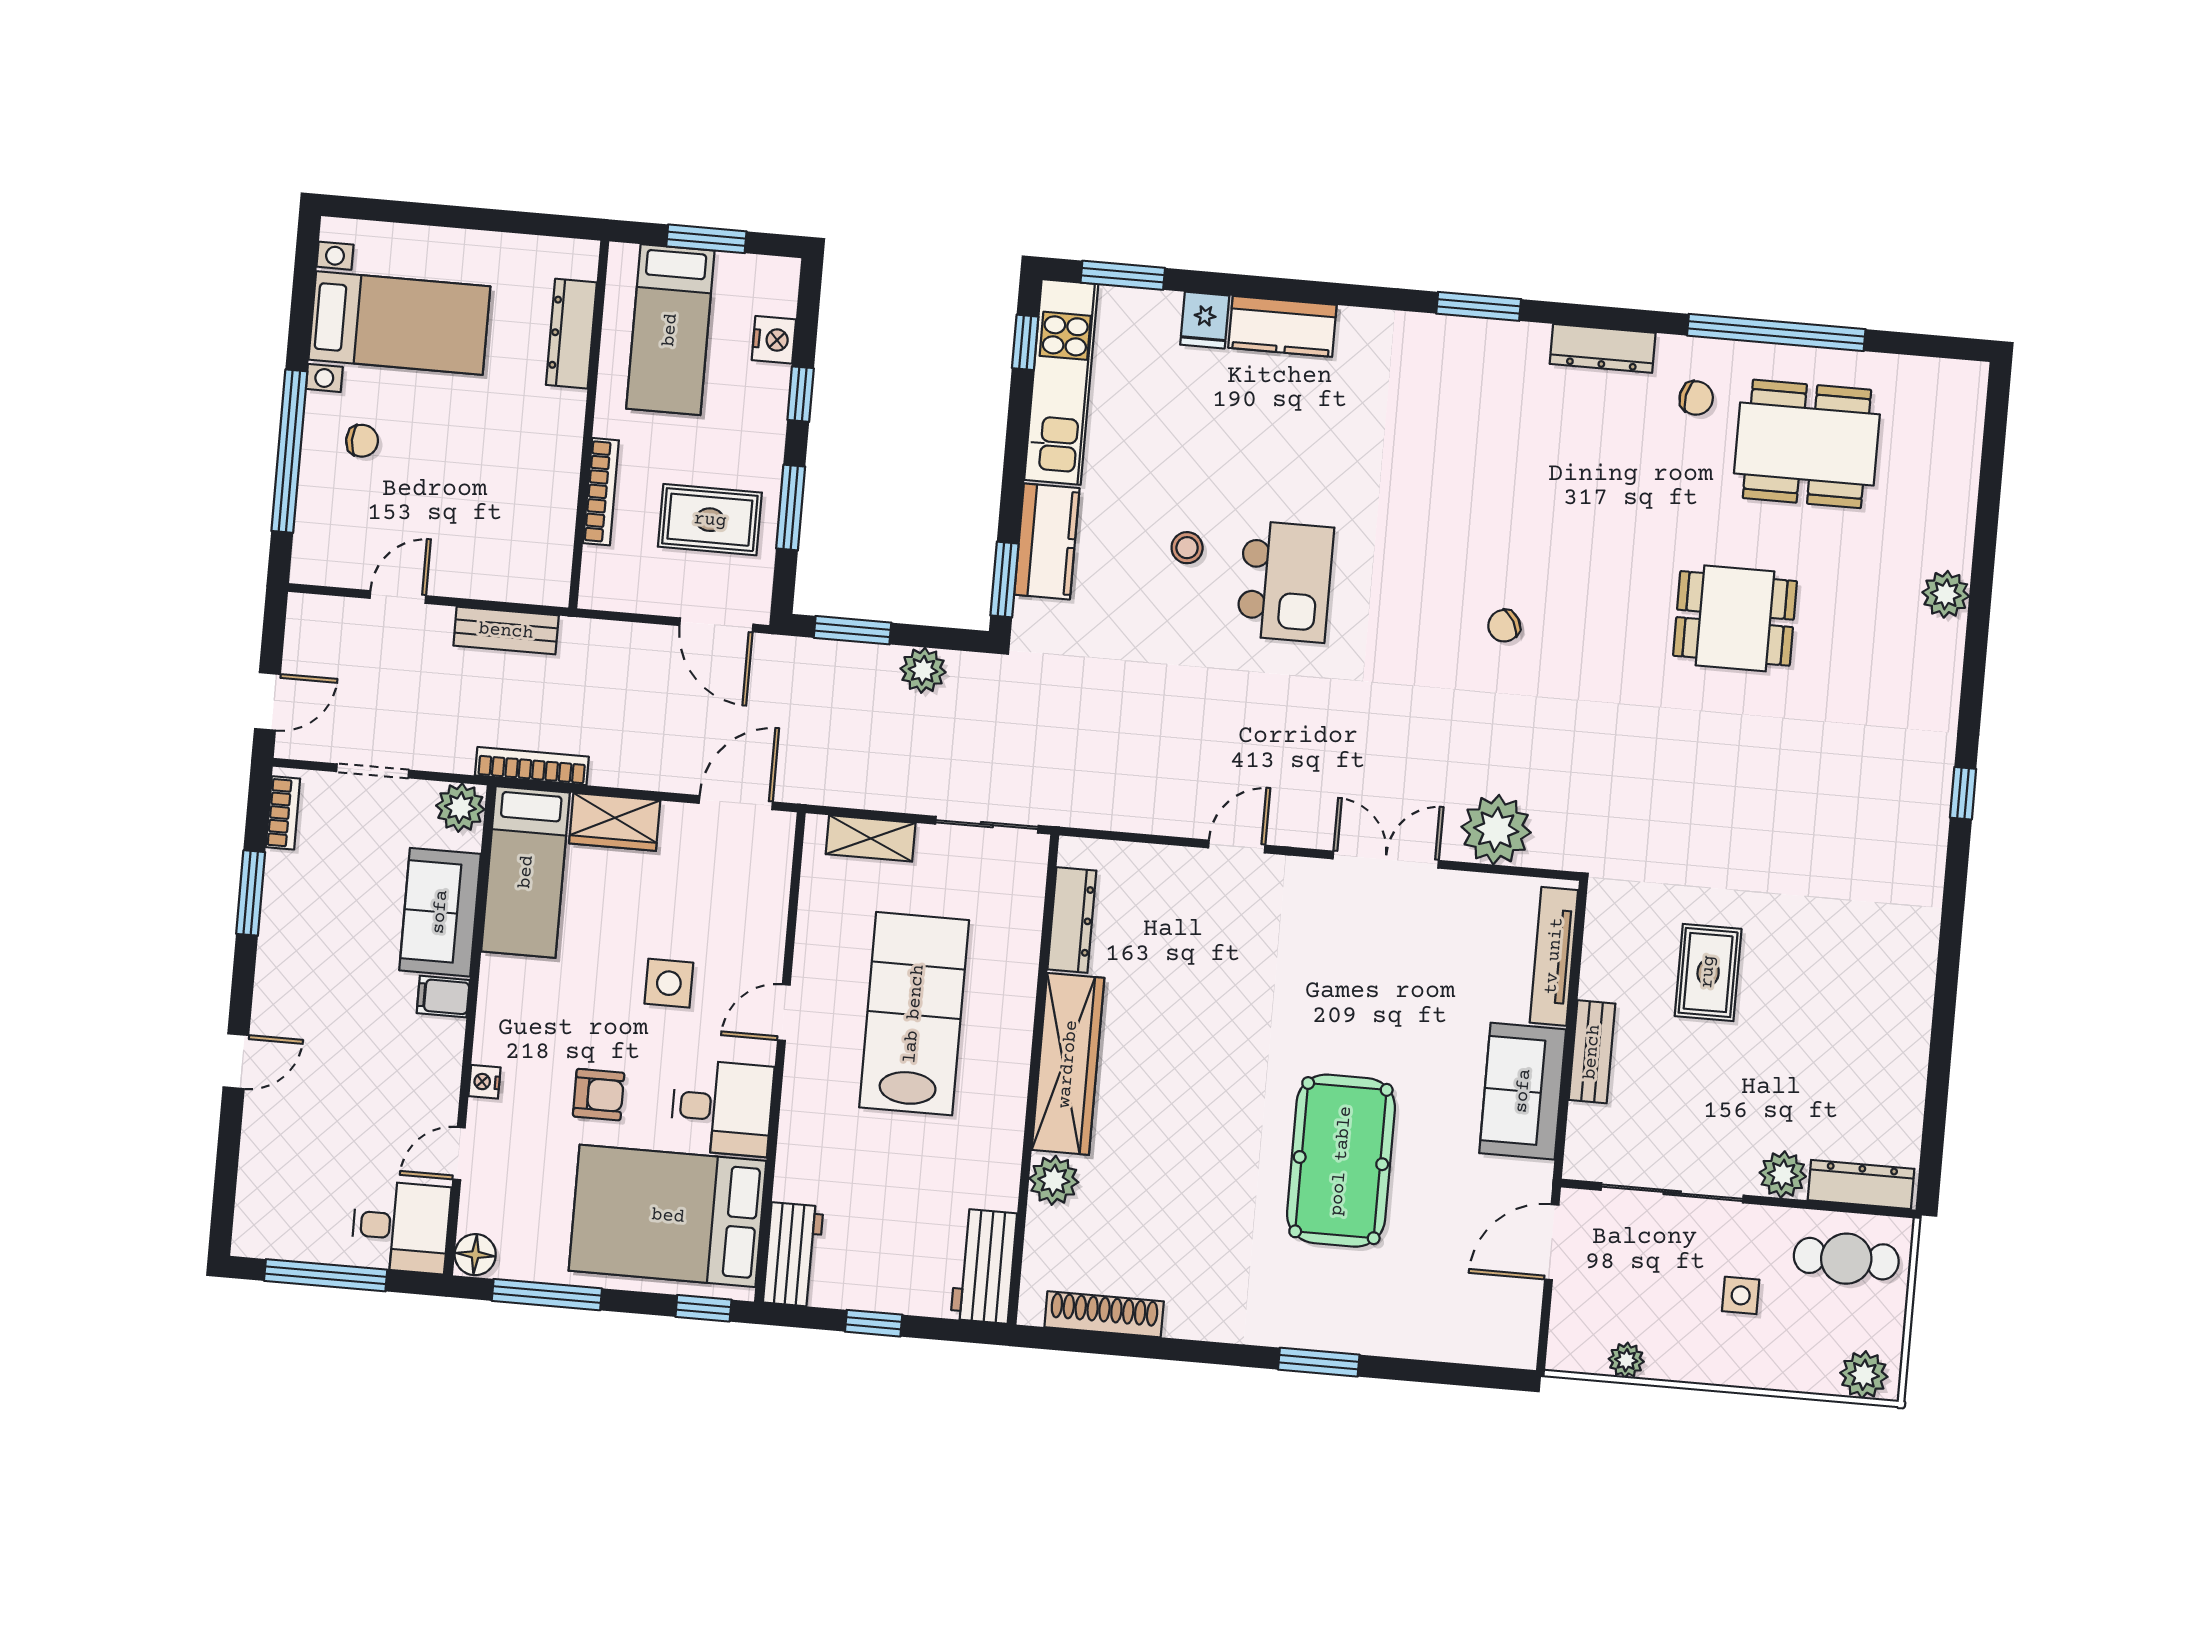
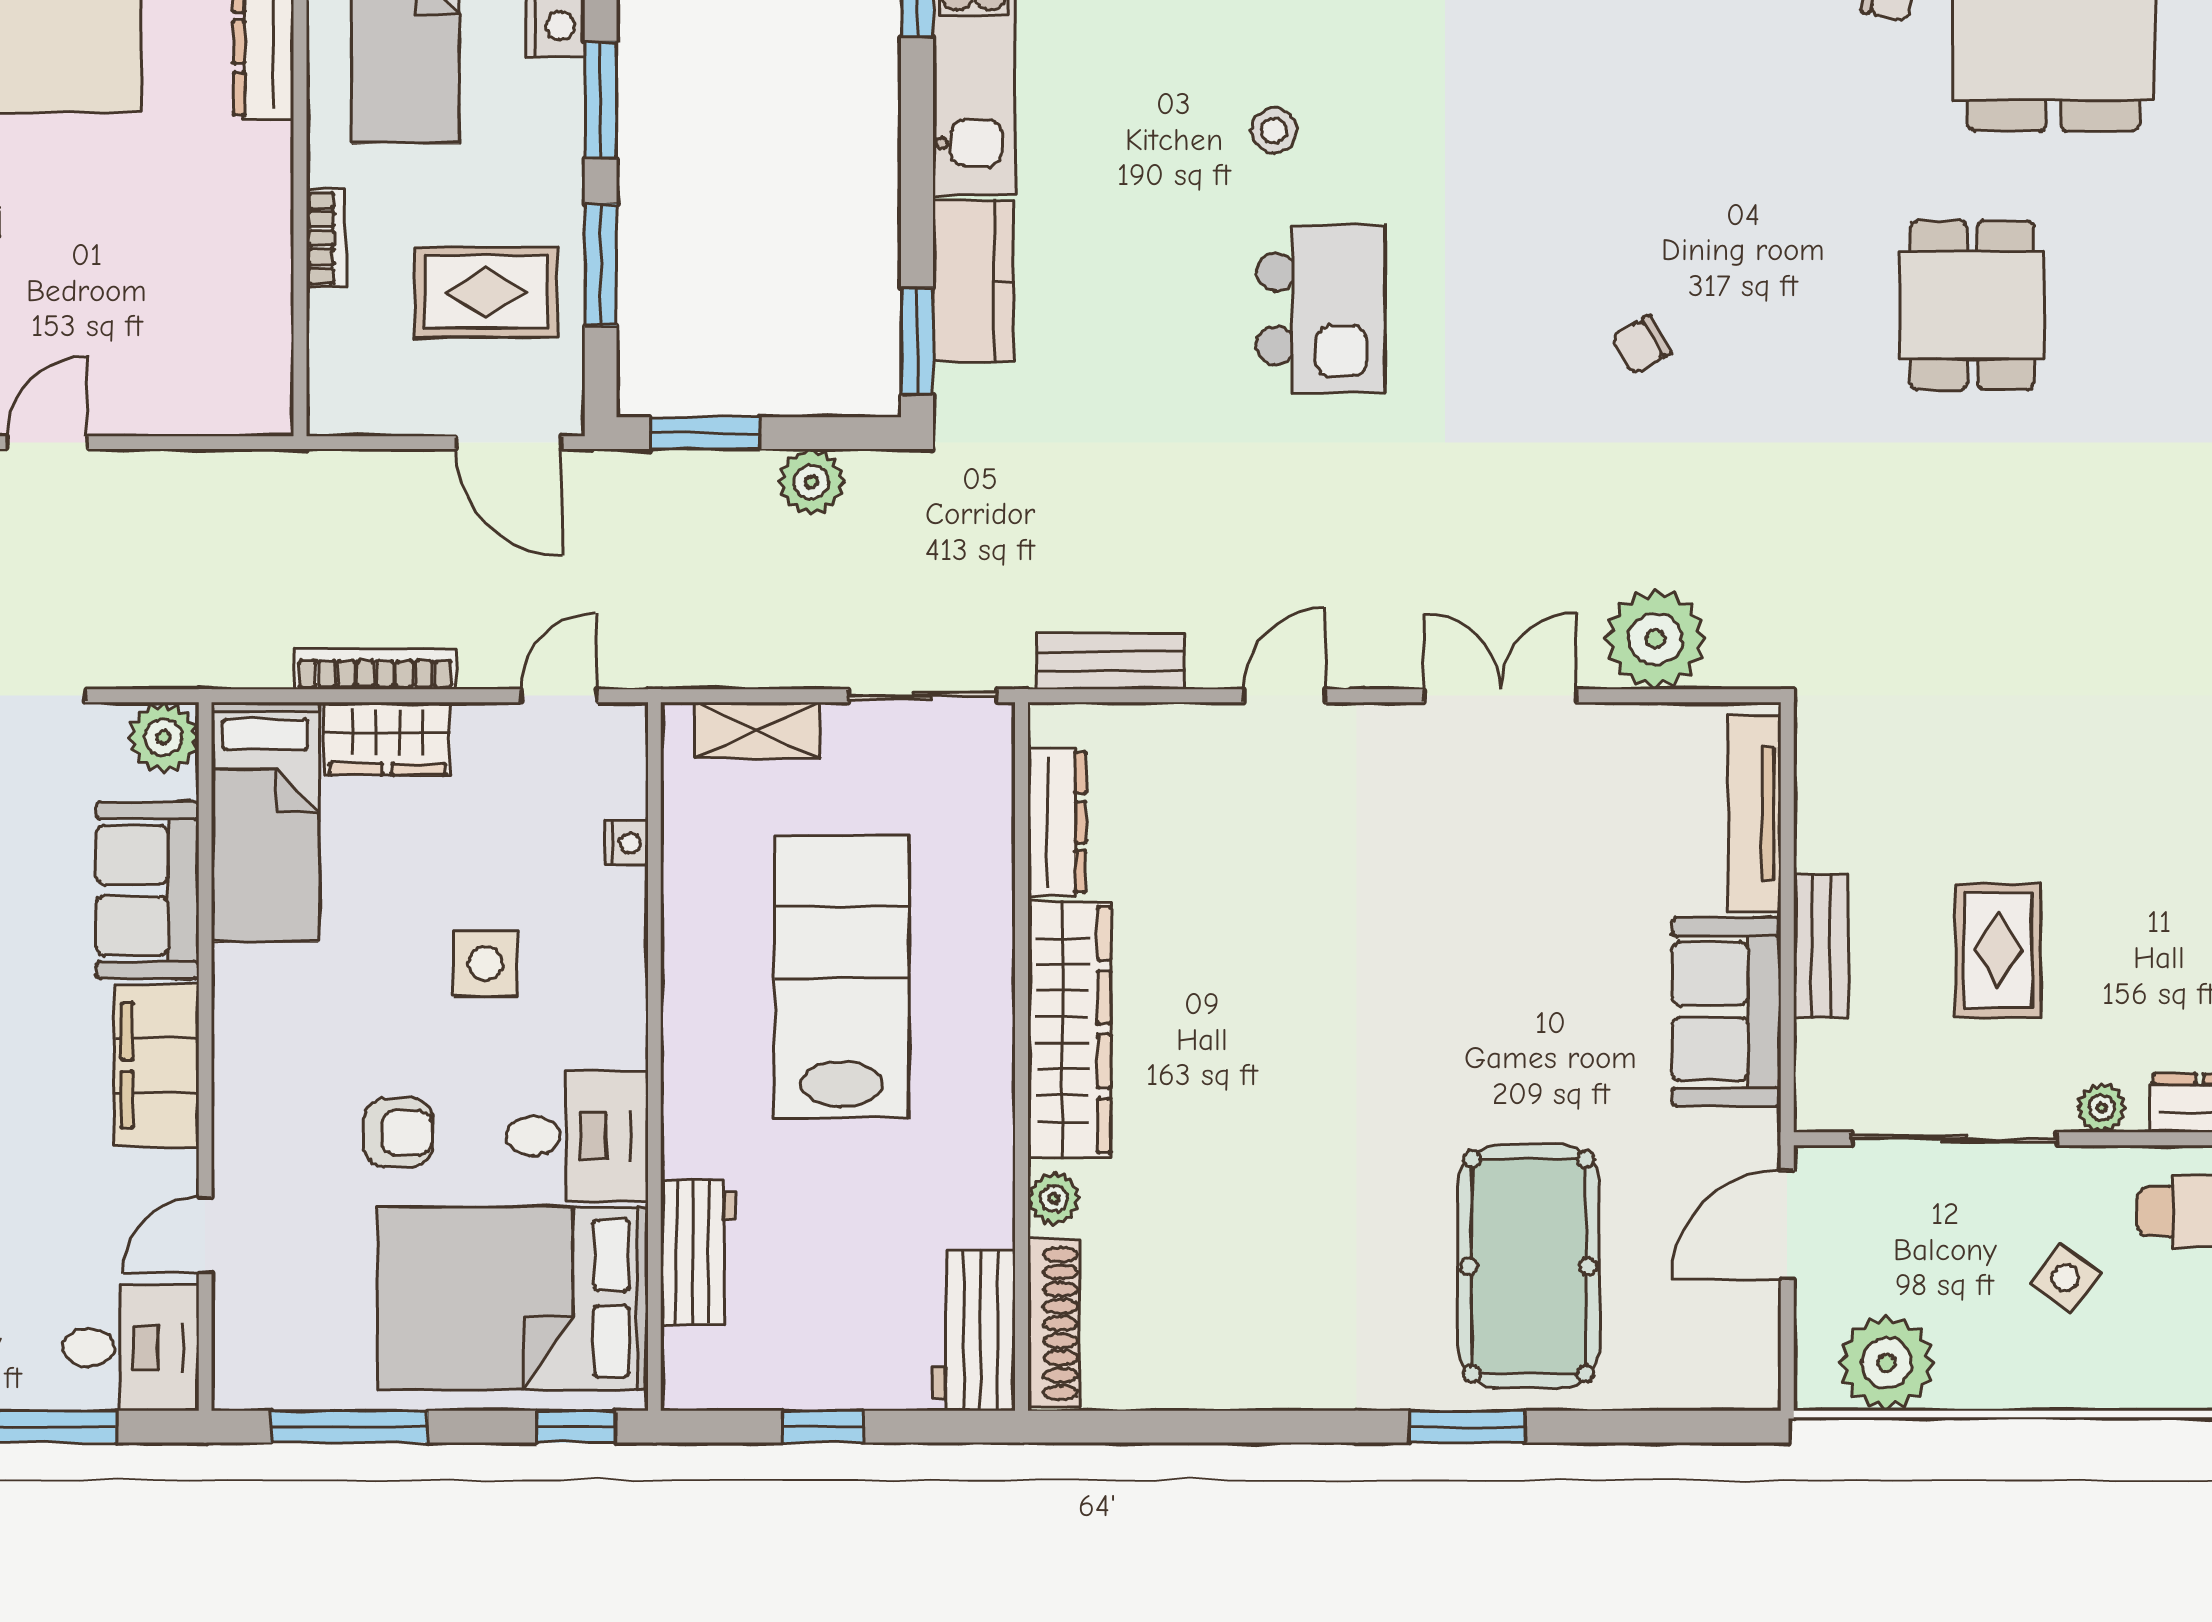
window: (801, 394) -> (601, 100), width x1.50
bookcase: (601, 492) -> (326, 238), width x0.64
stool: (1187, 548) -> (1274, 131), moved
dining table: (1735, 618) -> (1972, 305), turned 90
bench: (506, 631) -> (1111, 661), moved
bookcase: (532, 766) -> (375, 669), moved
door: (736, 803) -> (559, 696), width x0.73
rug: (1708, 972) -> (1998, 950), moved
filing cabinet: (443, 997) -> (157, 1065), width x3.00, depth x1.17
door: (784, 1012) -> (654, 991), removed
nightstand: (485, 1082) -> (627, 843), moved, turned 180
pool table: (1341, 1161) -> (1529, 1266), moved
plant: (1783, 1175) -> (2102, 1108), width x0.73, depth x0.73
plant: (1054, 1180) -> (1054, 1199), width x0.73, depth x0.73
floor lamp: (475, 1255) -> (241, 1378), removed
workbench: (793, 1255) -> (698, 1252), moved
side table: (1741, 1295) -> (2065, 1278), turned 36
shoe rack: (1104, 1314) -> (1054, 1324), moved, turned 90
plant: (1626, 1360) -> (1887, 1363), width x1.88, depth x1.88

